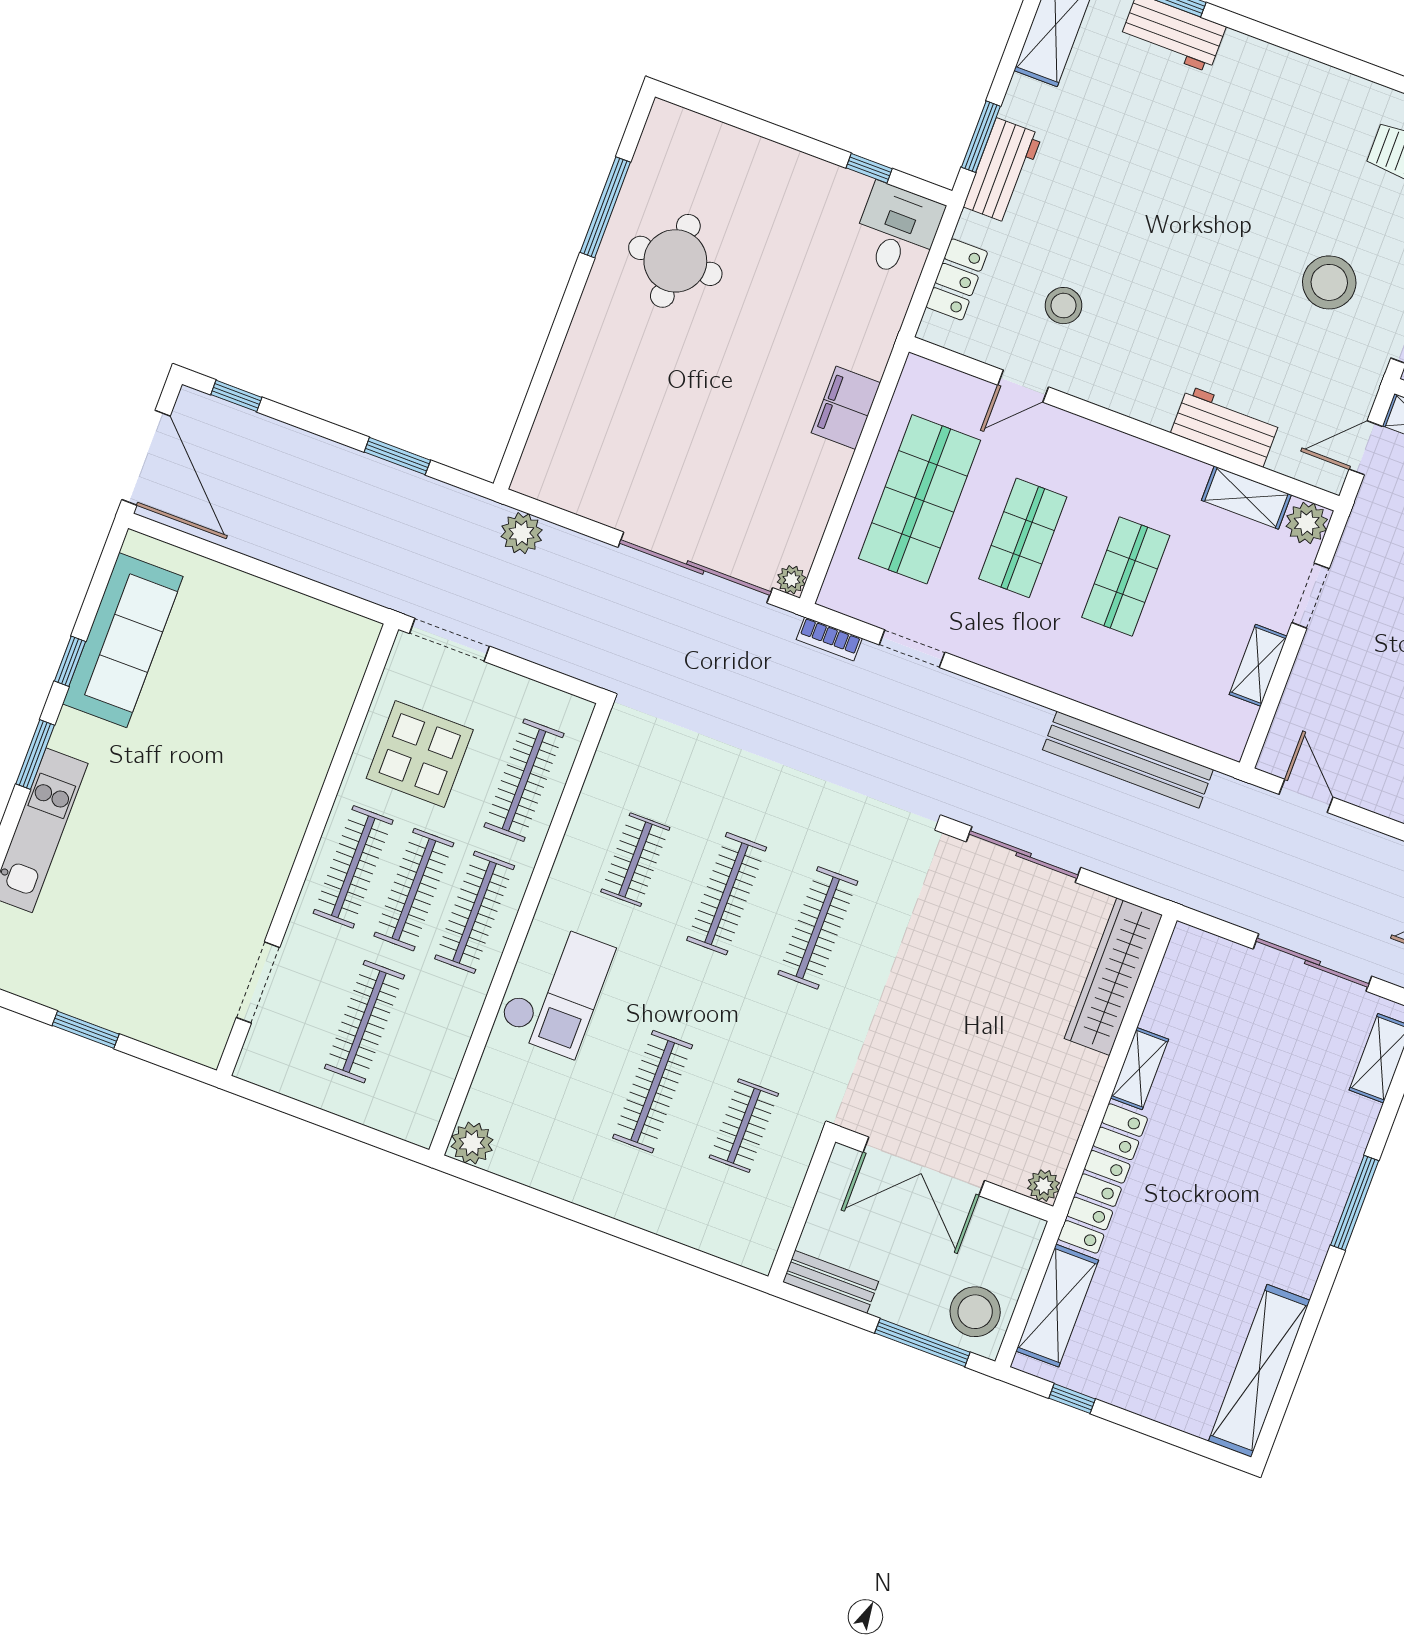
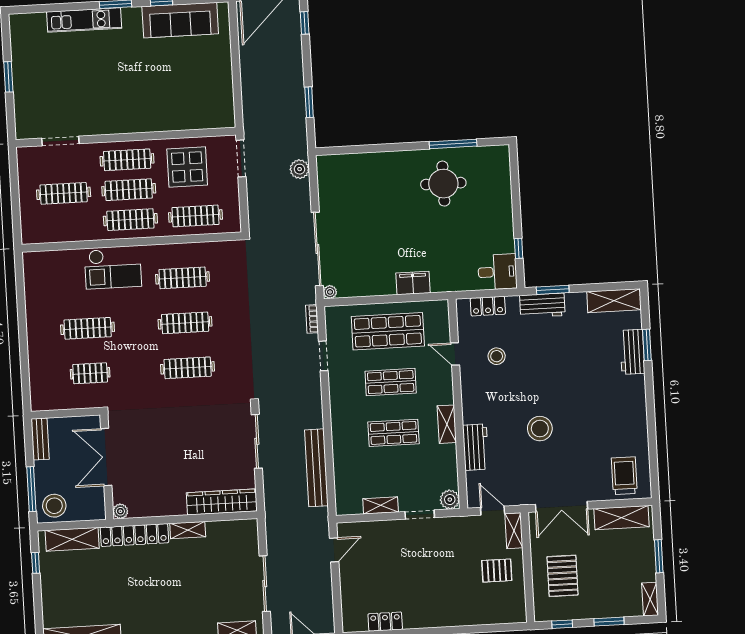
stool: (1329, 282) -> (540, 429), moved
shelving: (1246, 498) -> (447, 424), moved
clothes rail: (635, 860) -> (183, 278), width x1.36
plant: (472, 1143) -> (32, 261), removed

